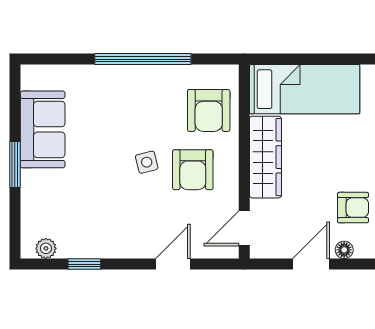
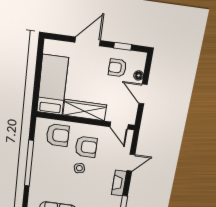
armchair: (353, 208) -> (117, 68), turned -90
fireplace: (126, 247) -> (119, 183), added
door: (173, 264) -> (131, 163), swing flipped

